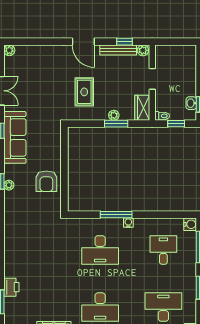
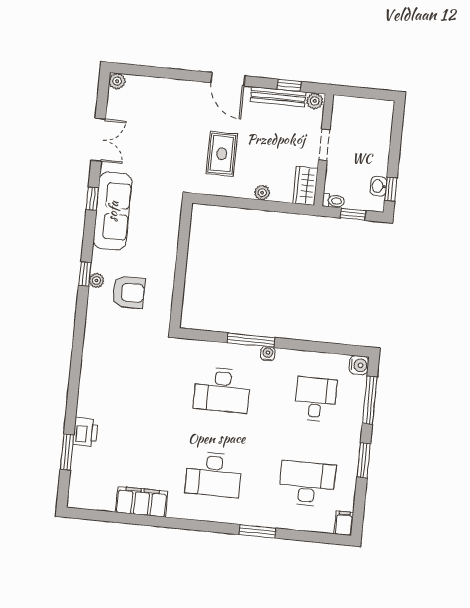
window: (116, 124) -> (264, 205), removed
armchair: (46, 181) -> (129, 292), moved, turned -90

